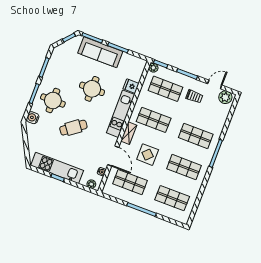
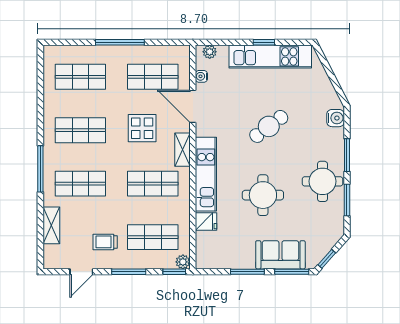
sofa: (100, 52) -> (280, 255), width x0.73
plant: (225, 97) -> (58, 259), removed
round table: (53, 101) -> (322, 181), moved
shelving: (222, 118) -> (51, 225), added

